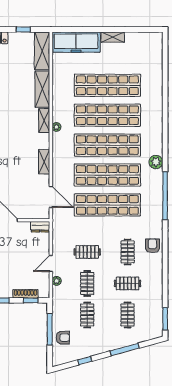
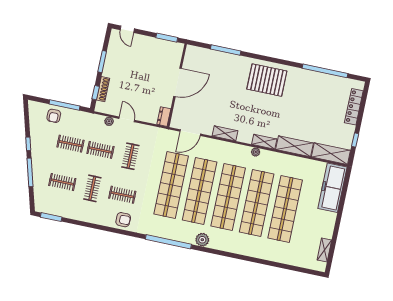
shelving: (113, 37) -> (324, 250), moved
window: (85, 361) -> (28, 144), moved

